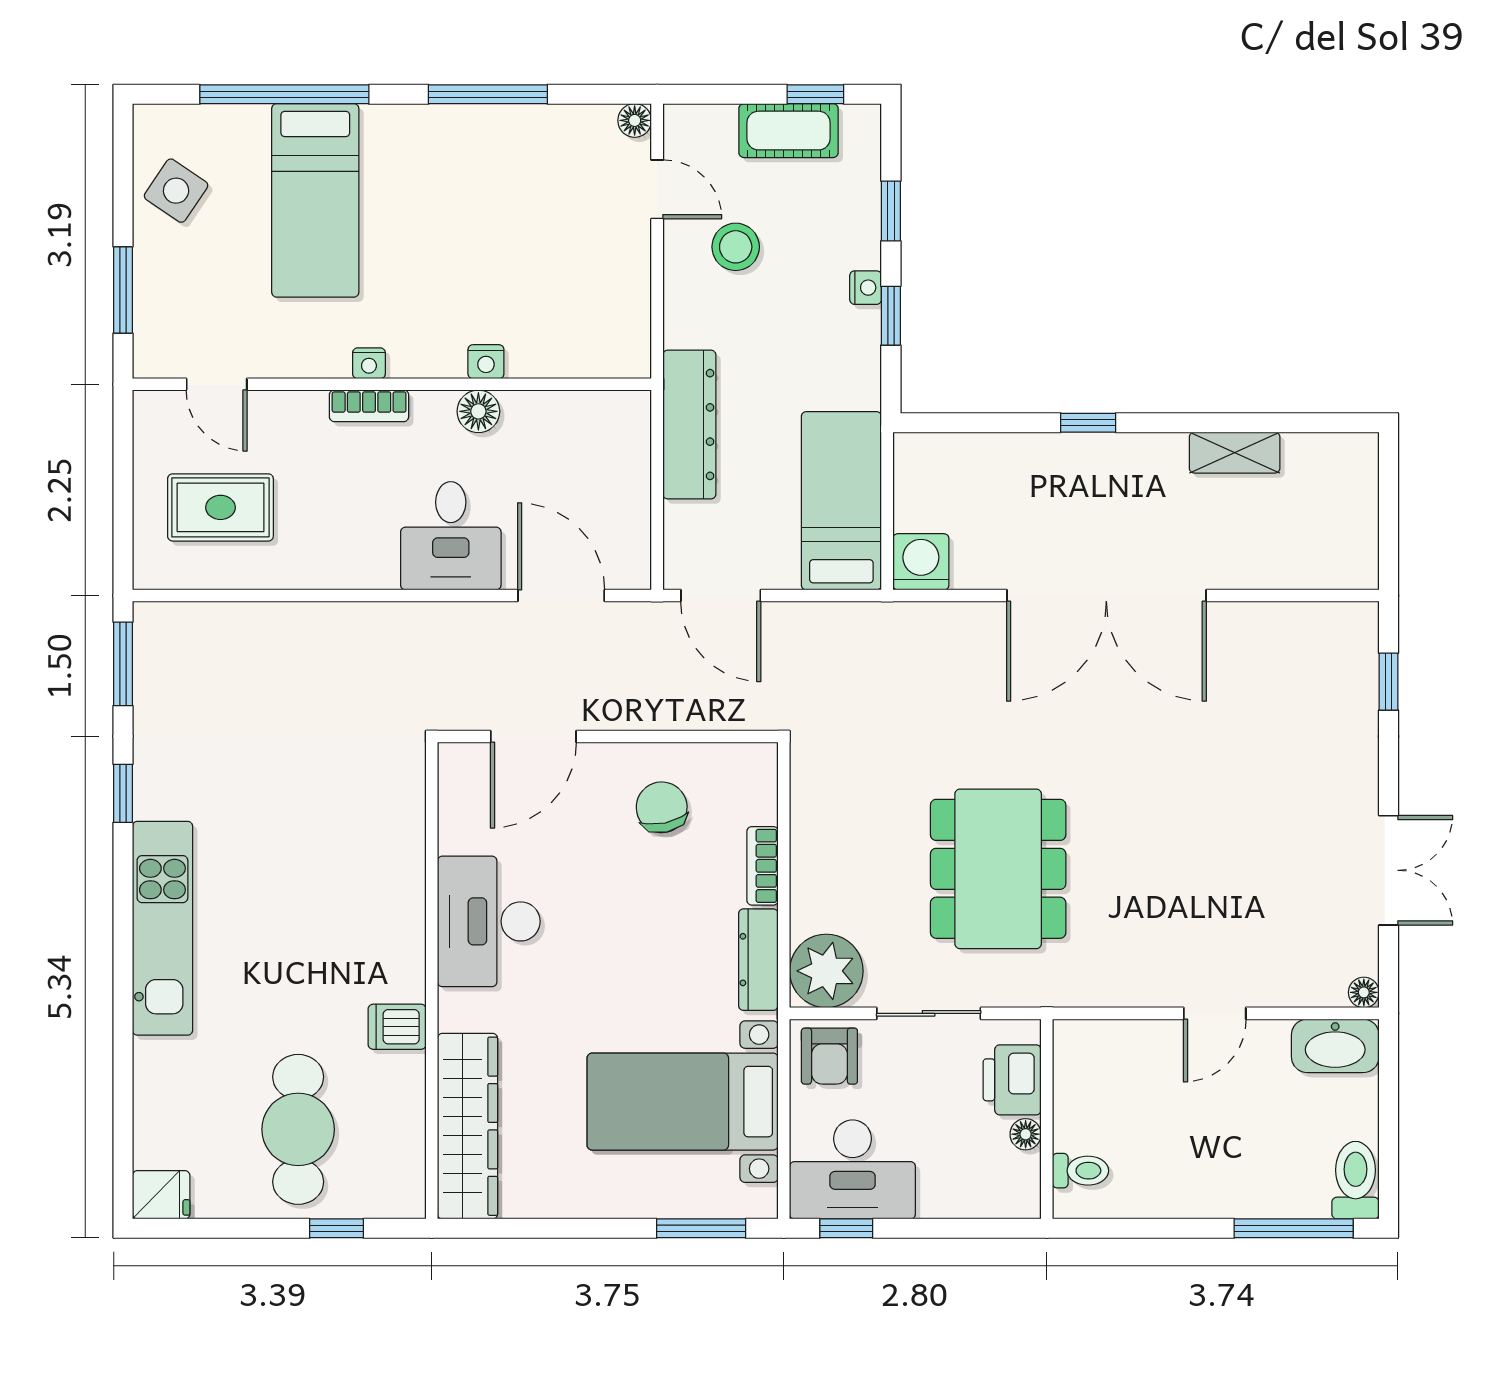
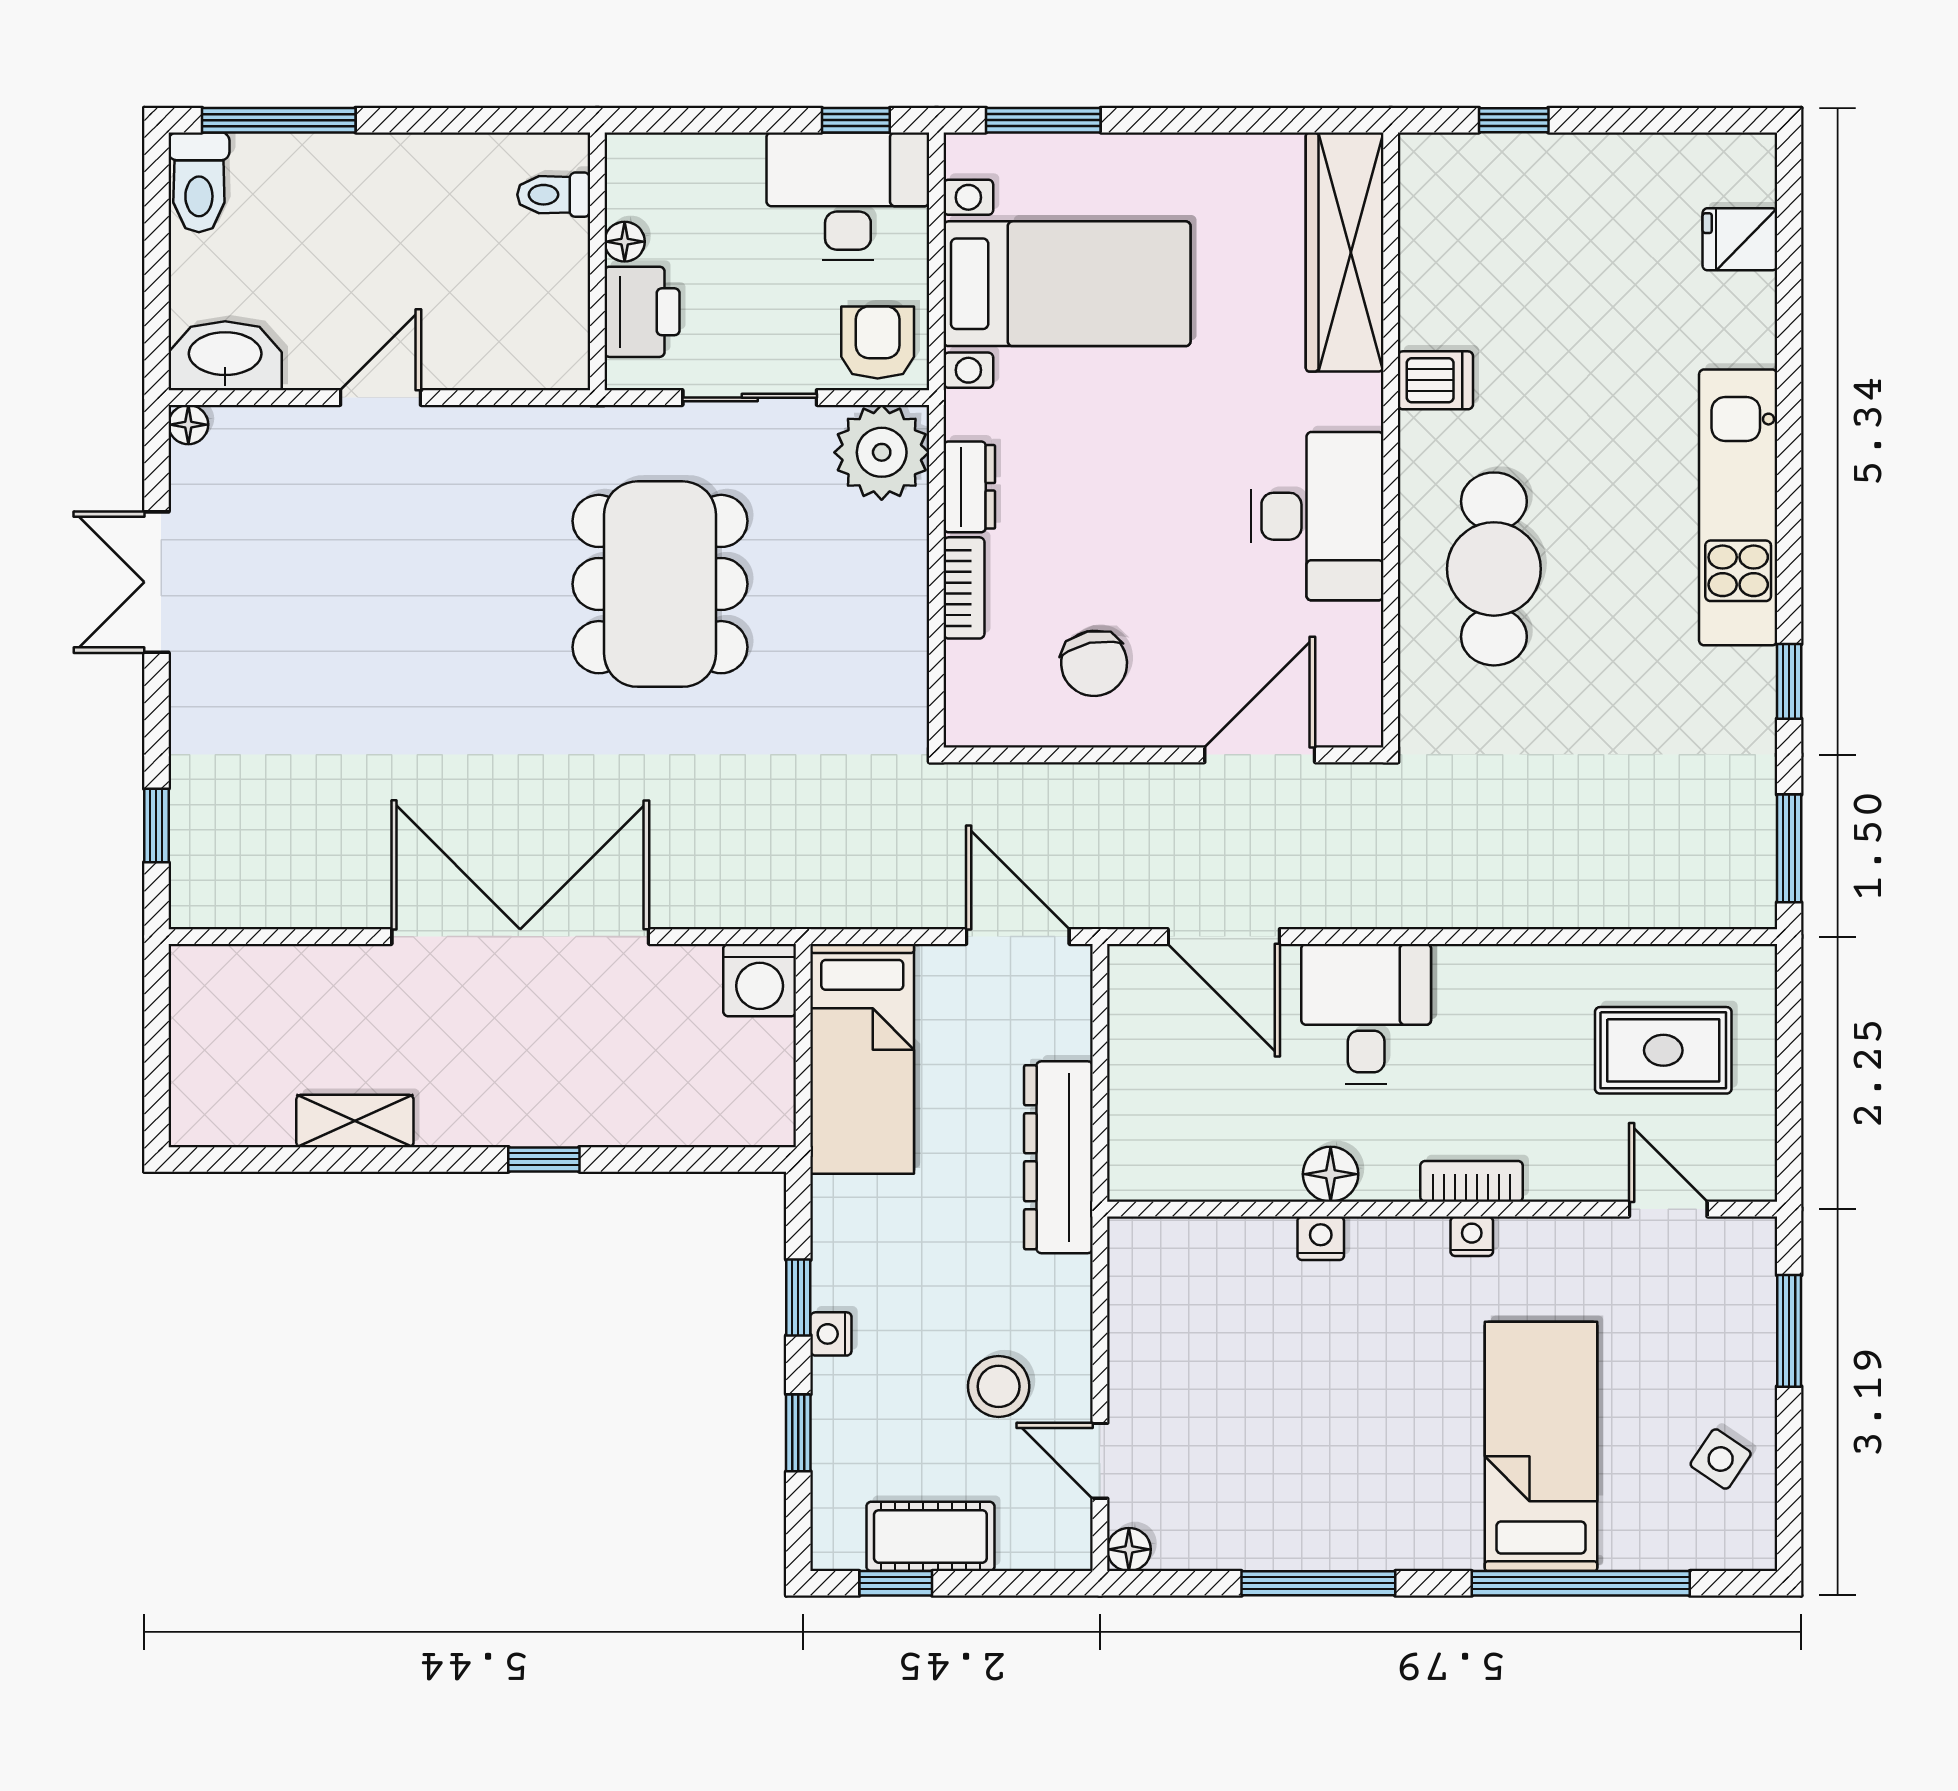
side table: (176, 191) -> (1721, 1459), width x0.73, depth x0.73
dresser: (758, 960) -> (969, 487), width x0.70
cafe table: (298, 1129) -> (1494, 569), moved
fridge: (161, 1195) -> (1740, 239), moved

